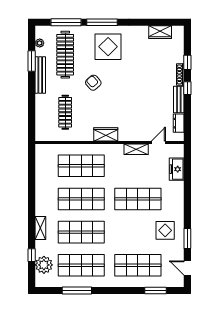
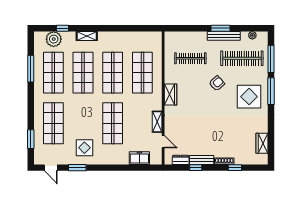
window: (32, 61) -> (220, 28), moved
window: (187, 88) -> (196, 168), moved
door: (187, 268) -> (51, 168), swing flipped

